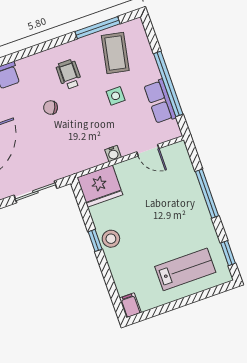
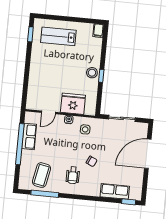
side table: (116, 96) -> (85, 129), moved
door: (148, 150) -> (48, 112), swing flipped
fridge: (100, 186) -> (73, 104), moved
window: (207, 194) -> (27, 73), removed

